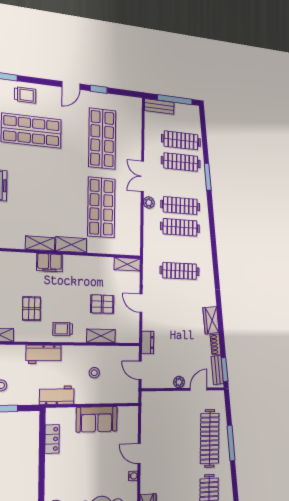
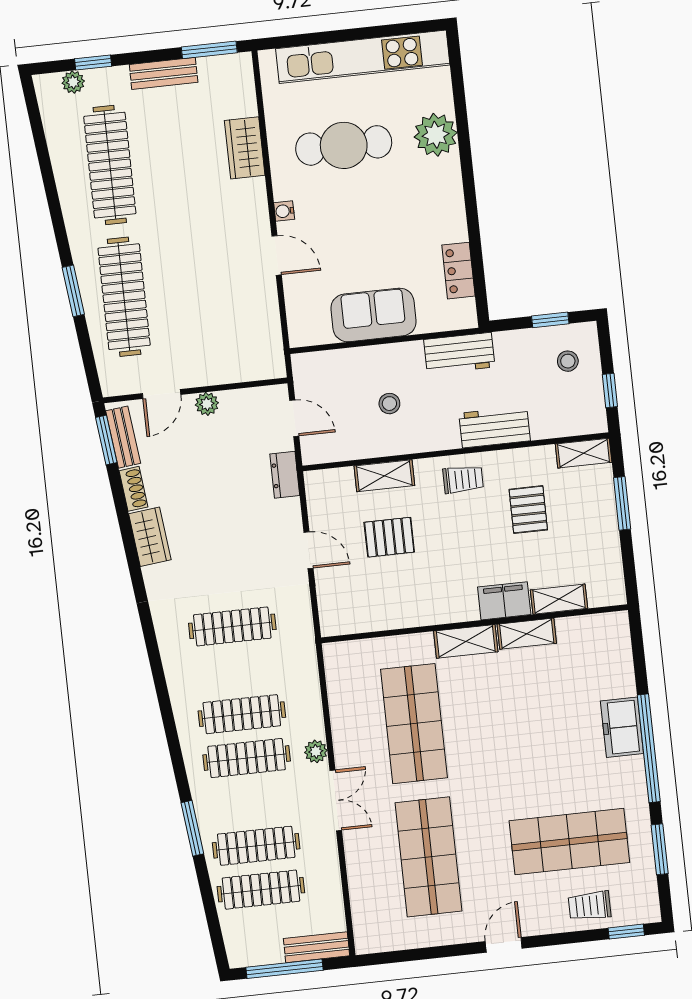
window: (99, 89) -> (447, 951), removed
shelving: (127, 264) -> (559, 599), moved
window: (231, 443) -> (73, 291), width x0.69

